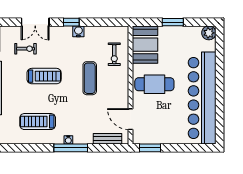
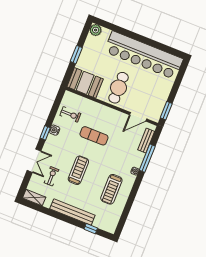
exercise bike: (114, 54) -> (70, 114), moved
window: (71, 148) -> (147, 158), moved

